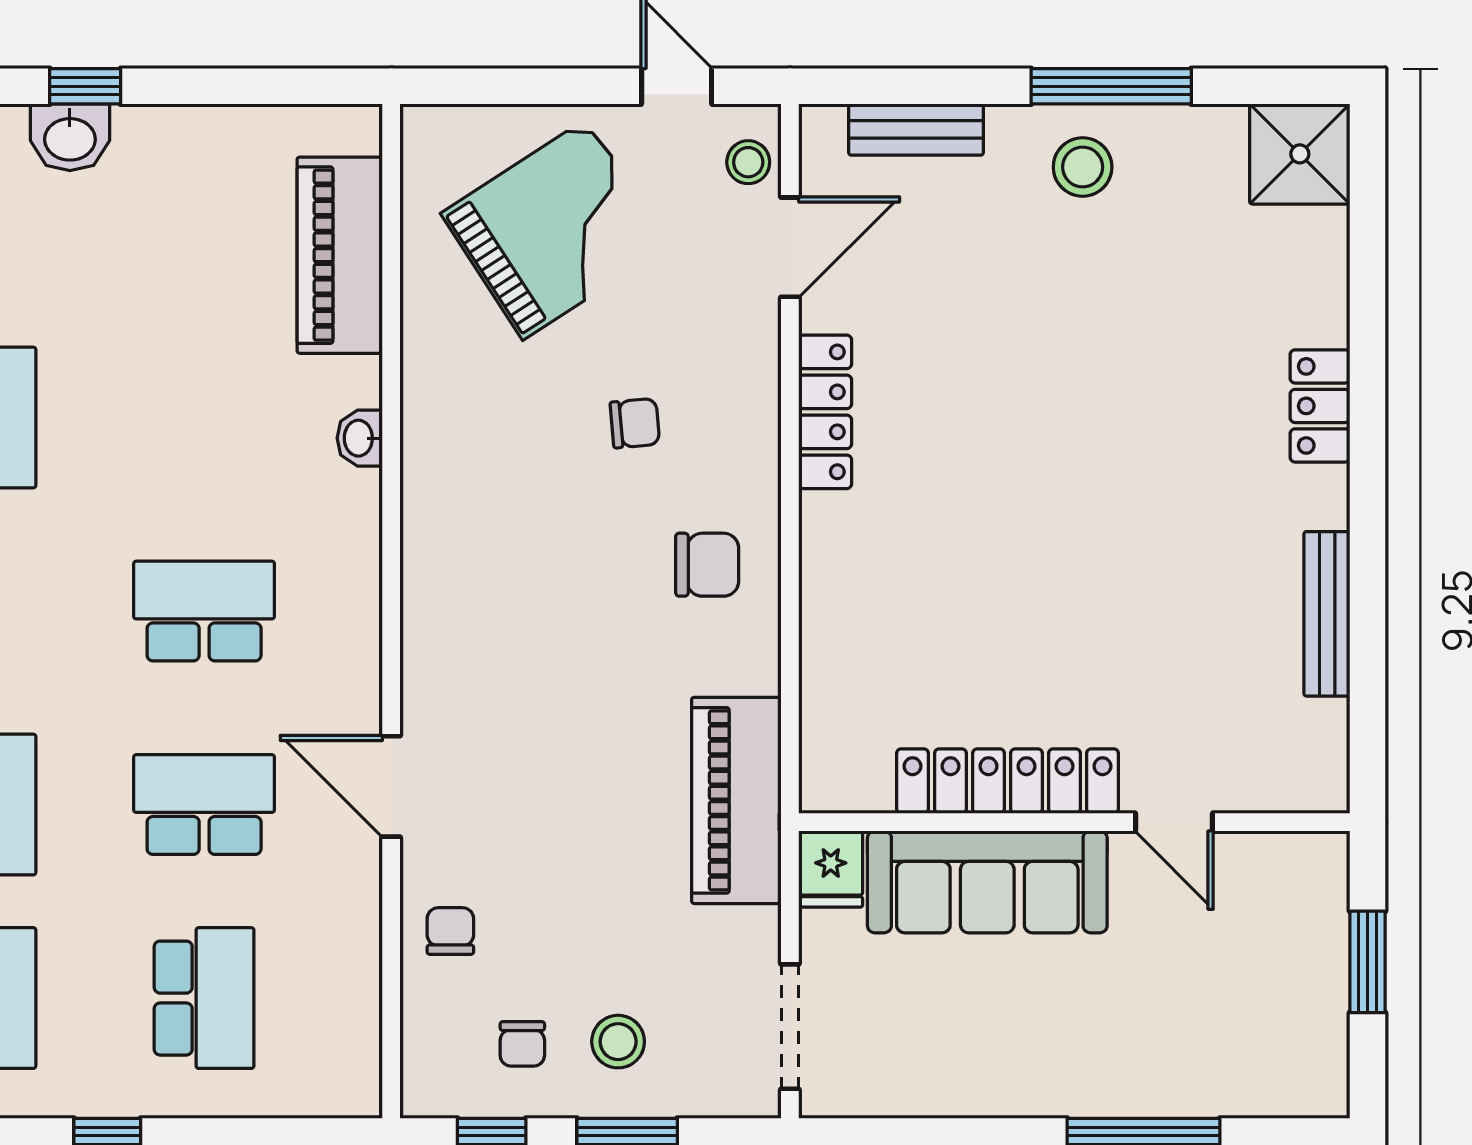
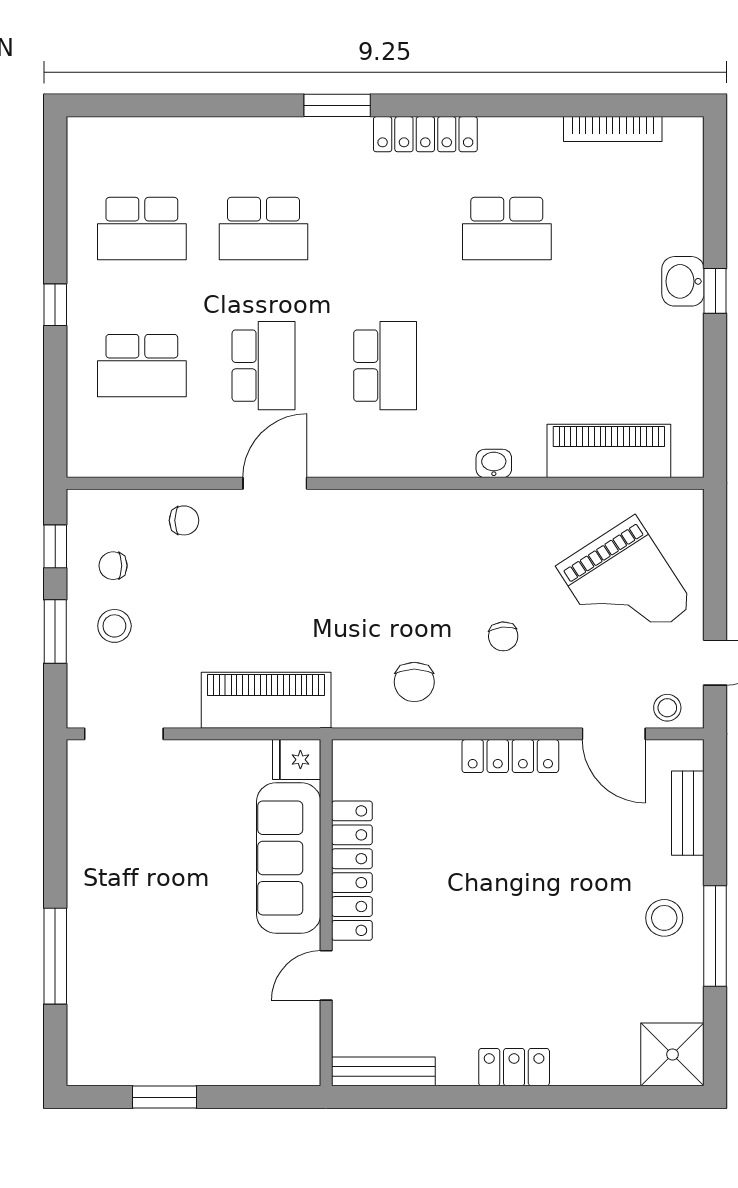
locker: (1007, 781) -> (352, 871), moved
wall: (1074, 822) -> (326, 913), moved
door: (1174, 822) -> (326, 975), moved
fridge: (831, 869) -> (297, 760), moved
sofa: (987, 882) -> (289, 858), moved

